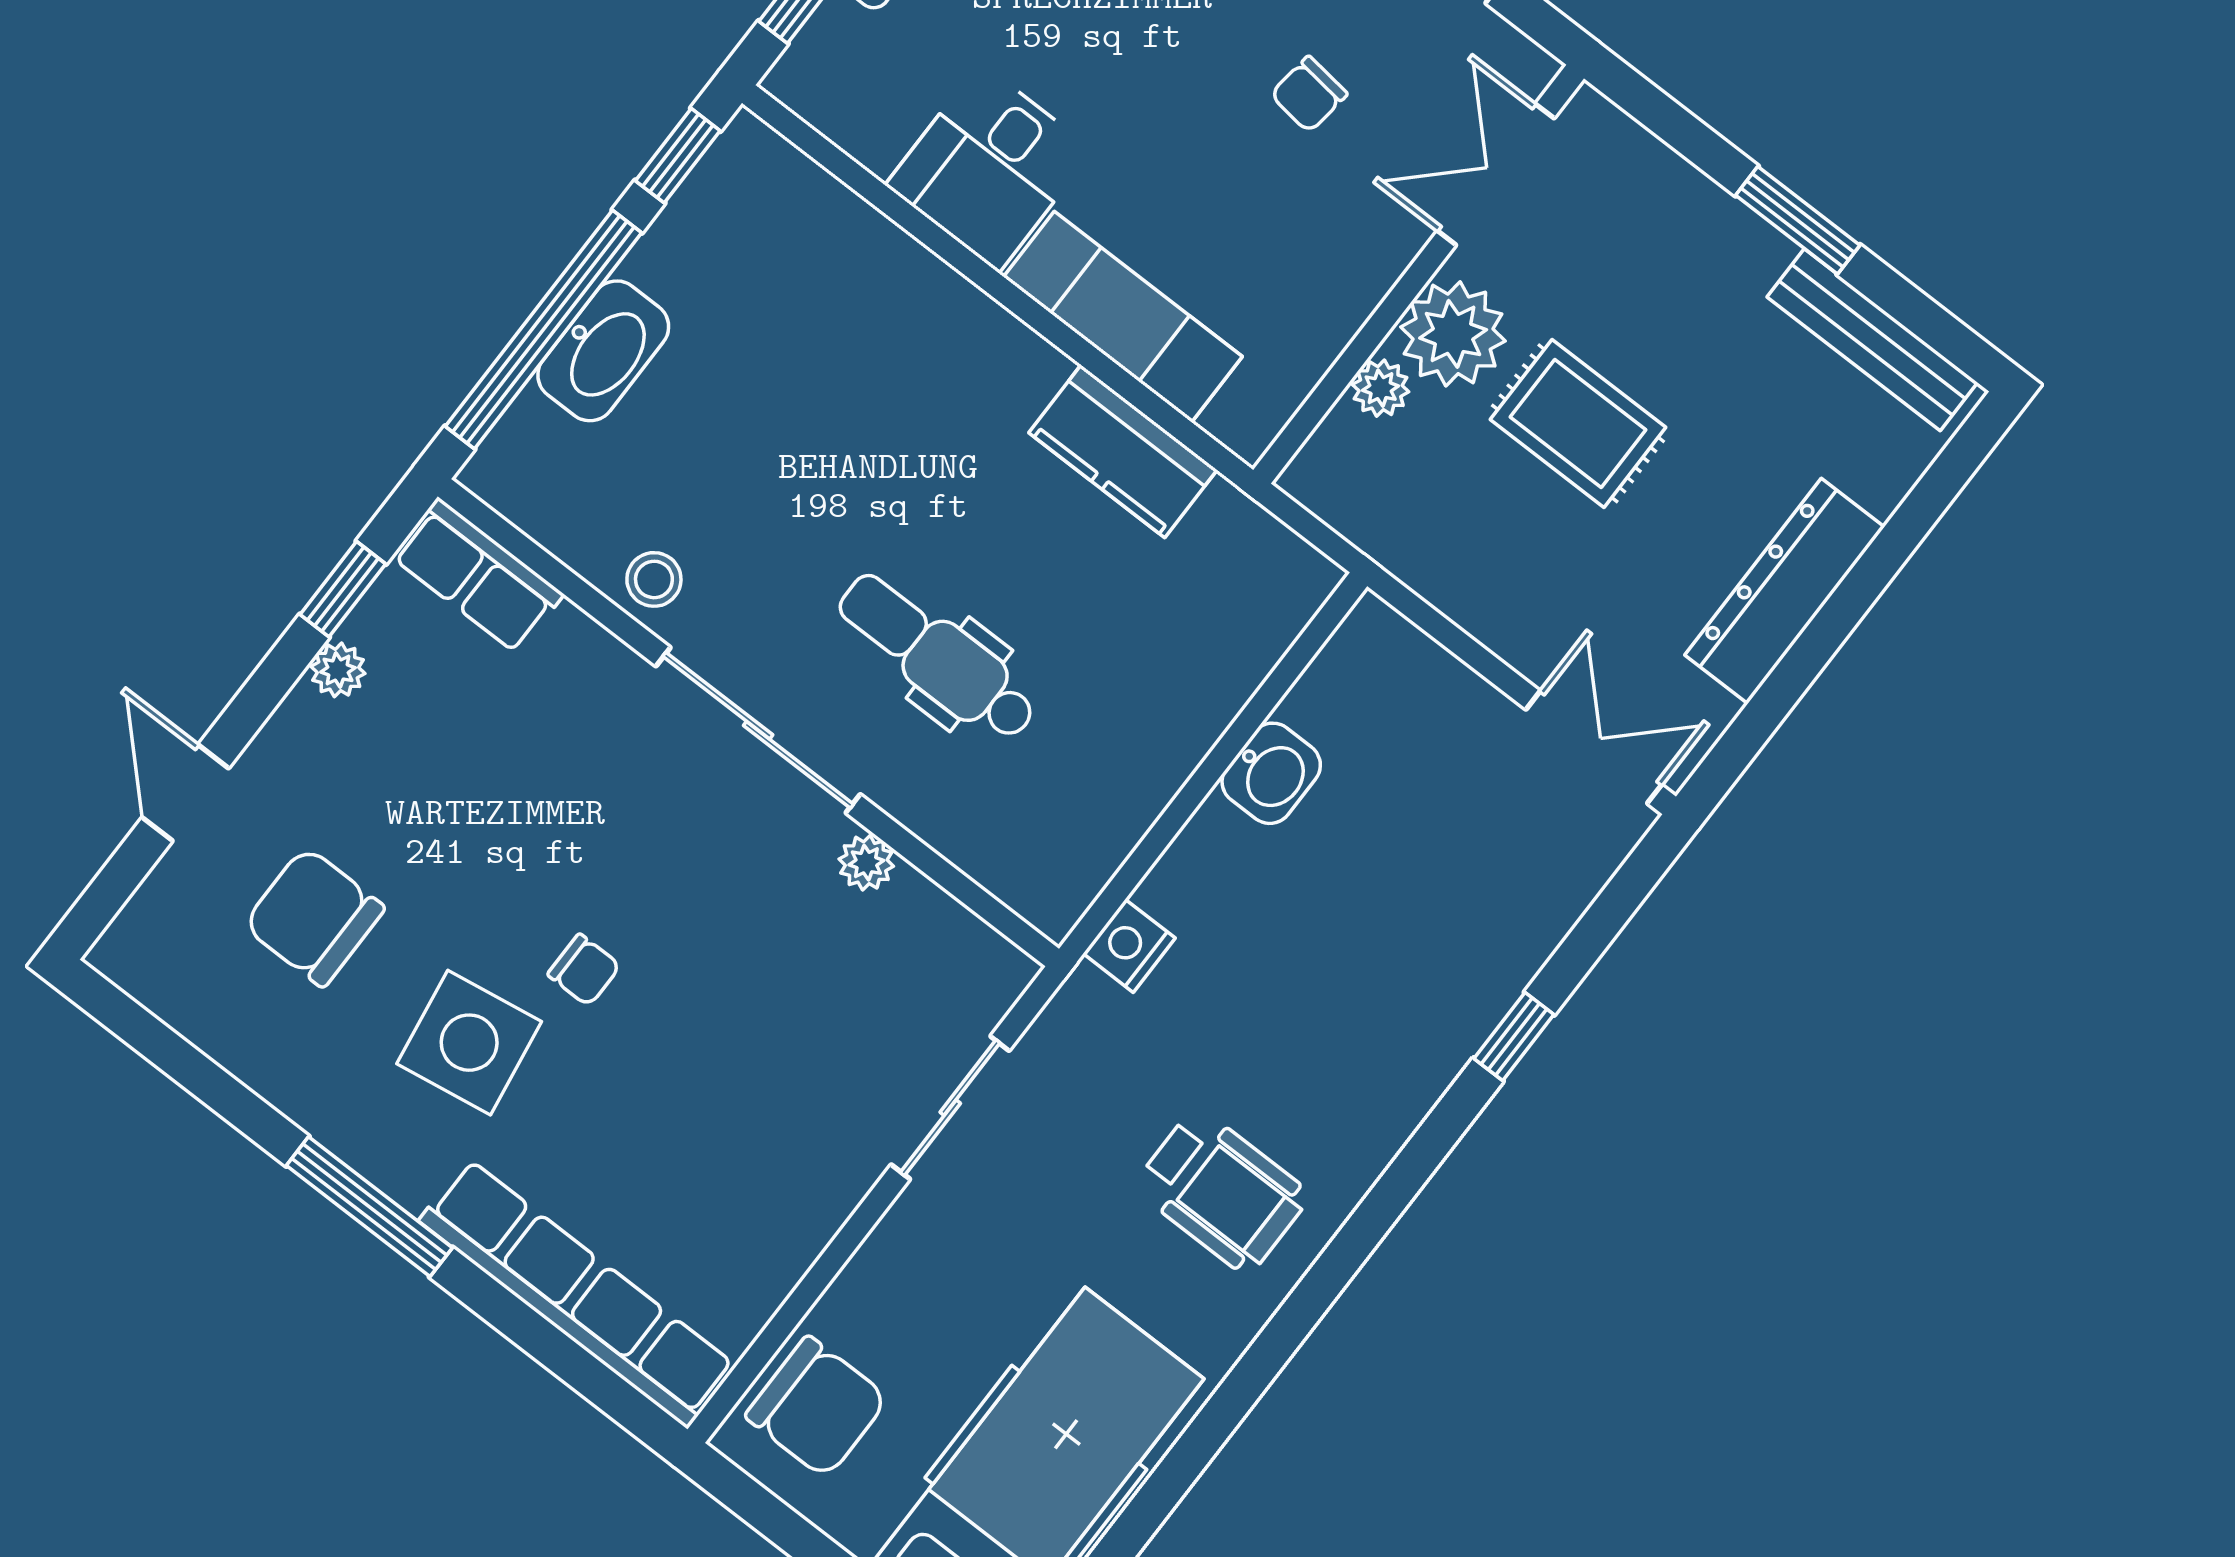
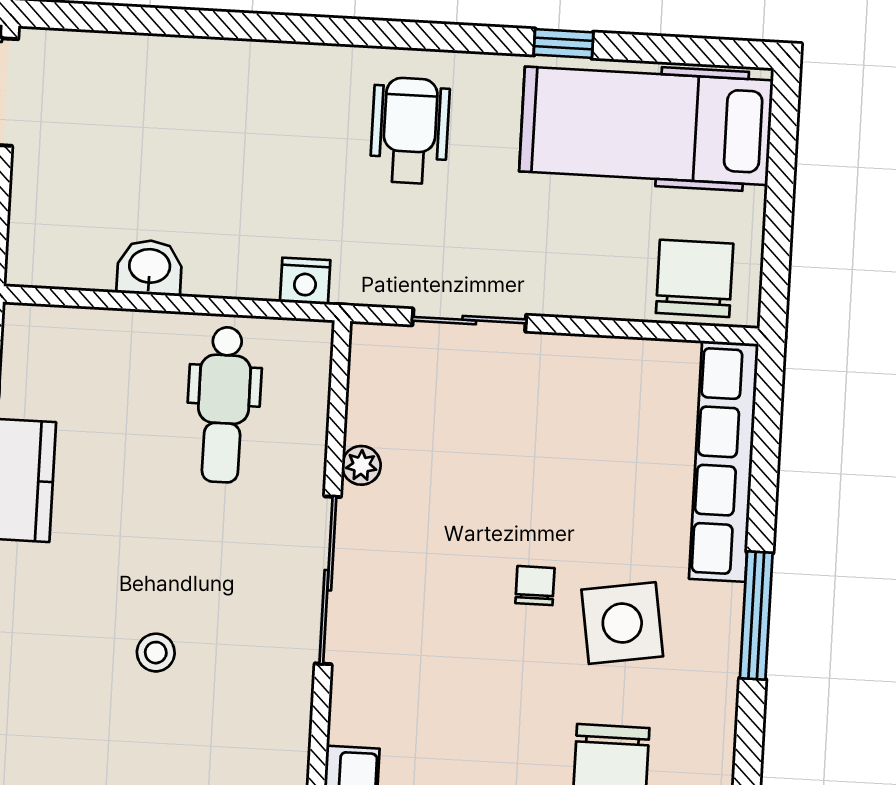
stool: (654, 579) -> (156, 653), moved
dental chair: (938, 657) -> (224, 405), moved
window: (1514, 1036) -> (563, 44), moved

